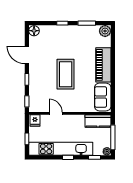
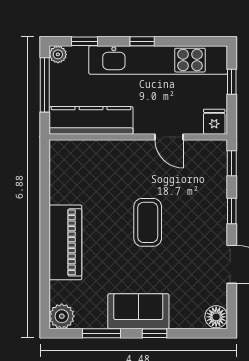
coffee table: (66, 74) -> (148, 222), width x0.73, depth x0.76
sofa: (103, 97) -> (138, 311), moved, turned -90
kitchen counter: (98, 121) -> (91, 120), width x1.50

